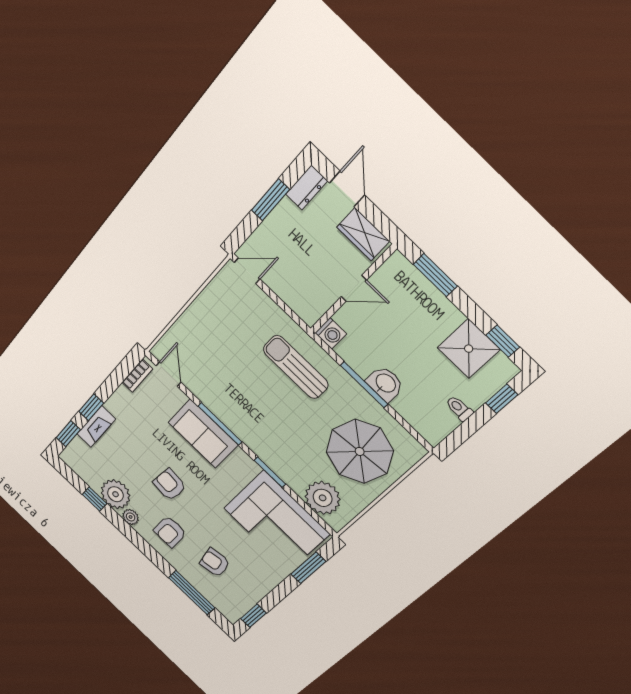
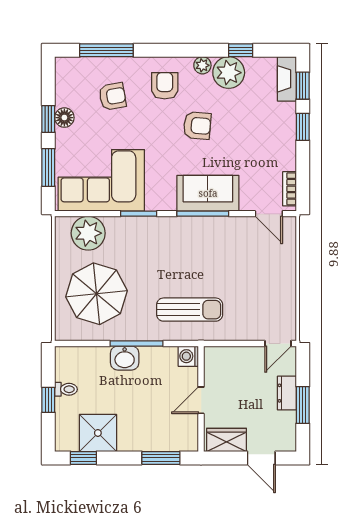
dresser: (307, 188) -> (287, 393), moved
window: (502, 399) -> (48, 400), moved
fireplace: (96, 426) -> (287, 79), moved
floor lamp: (264, 585) -> (64, 118), added
window: (253, 616) -> (48, 119), moved

